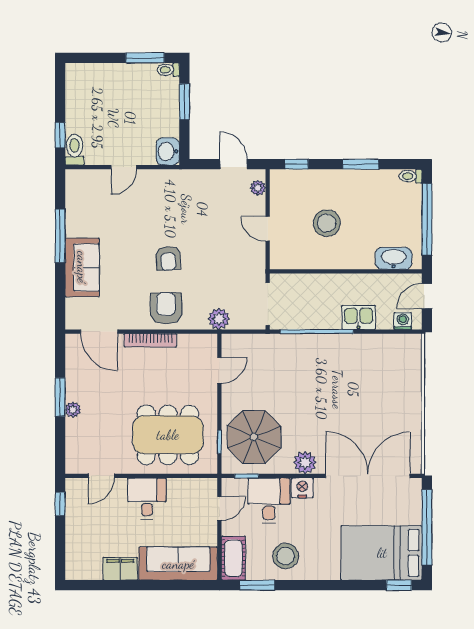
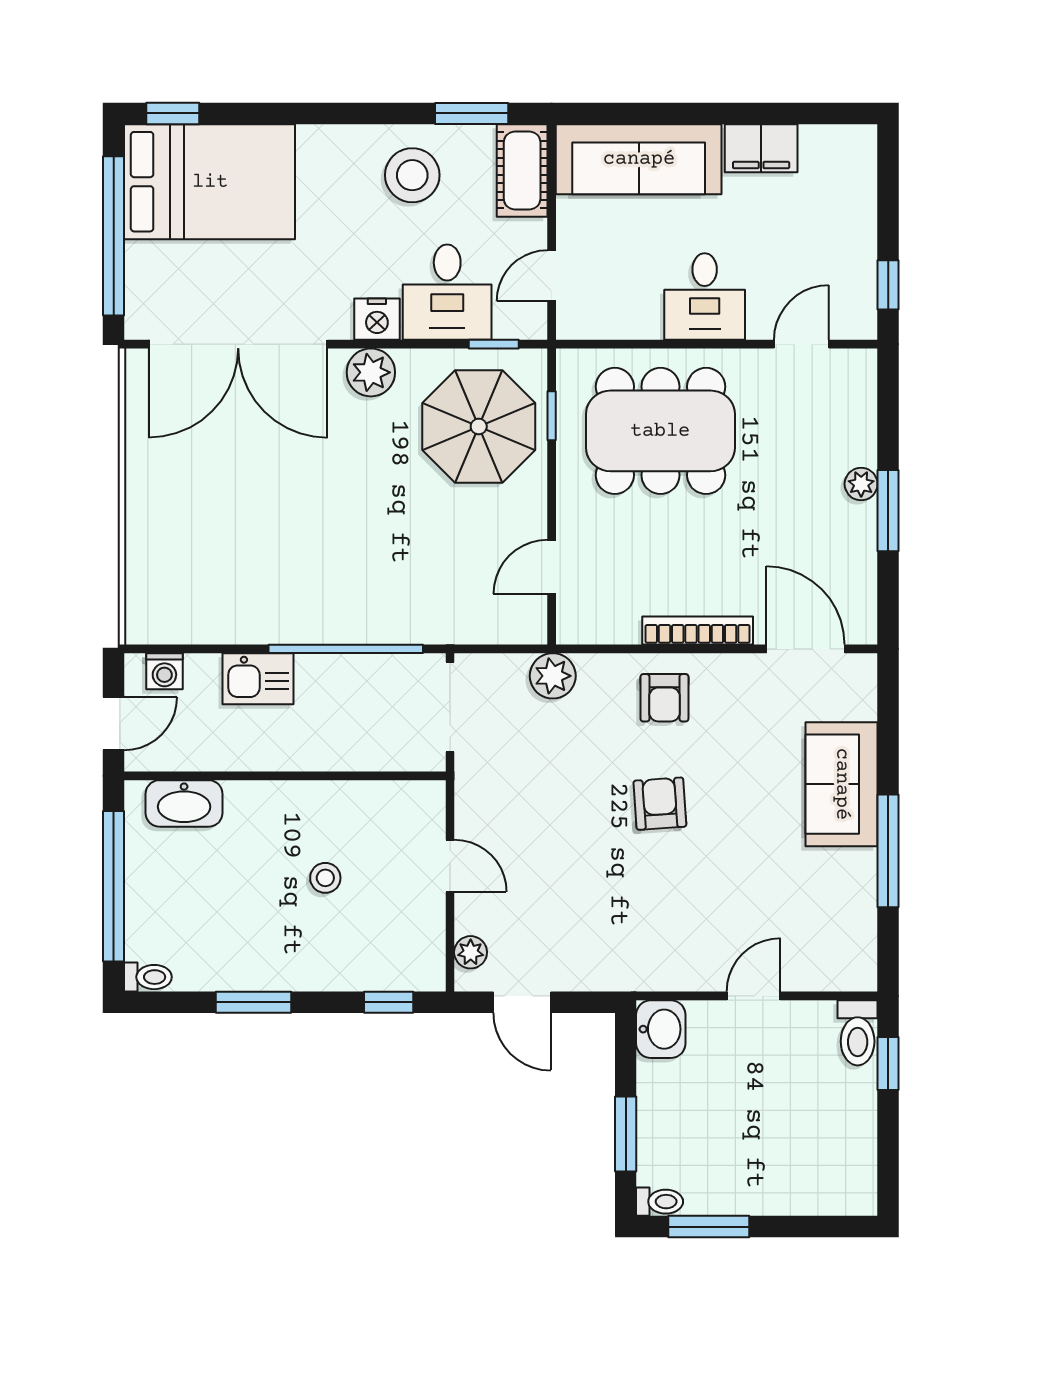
stool: (327, 223) -> (325, 878), width x0.53, depth x0.53
armchair: (166, 308) -> (664, 698), width x0.72, depth x0.72

